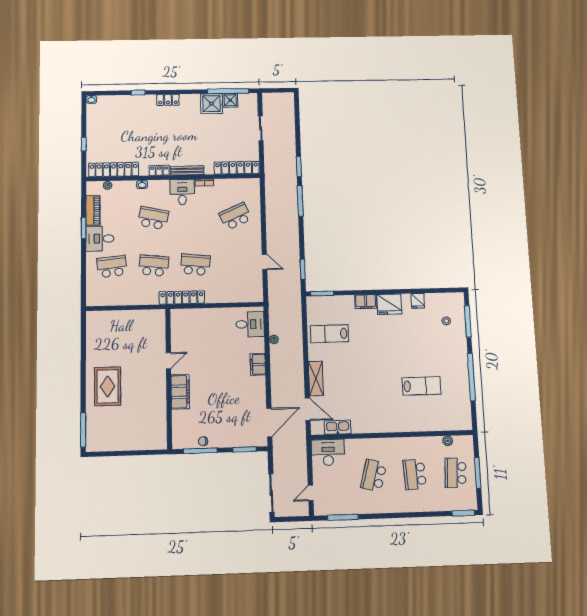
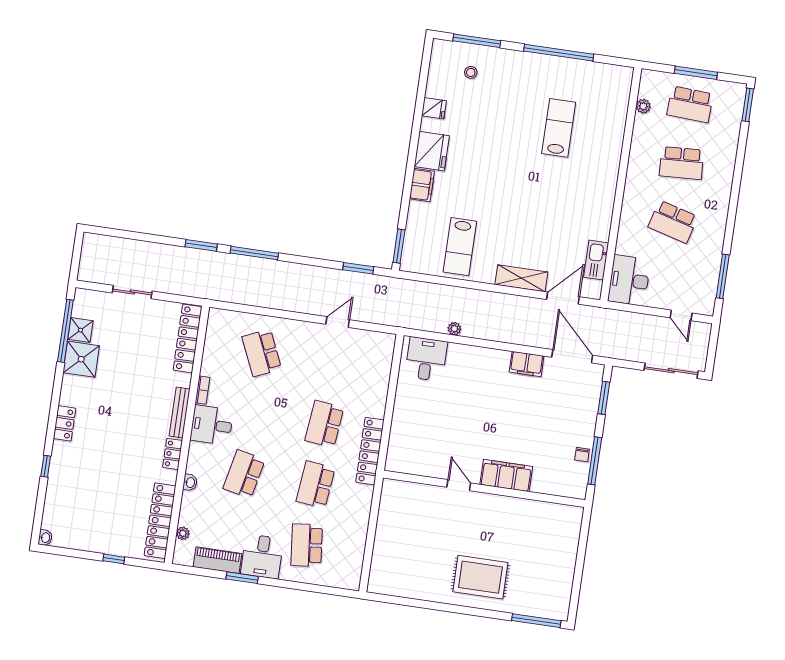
filing cabinet: (258, 364) -> (527, 364), moved

